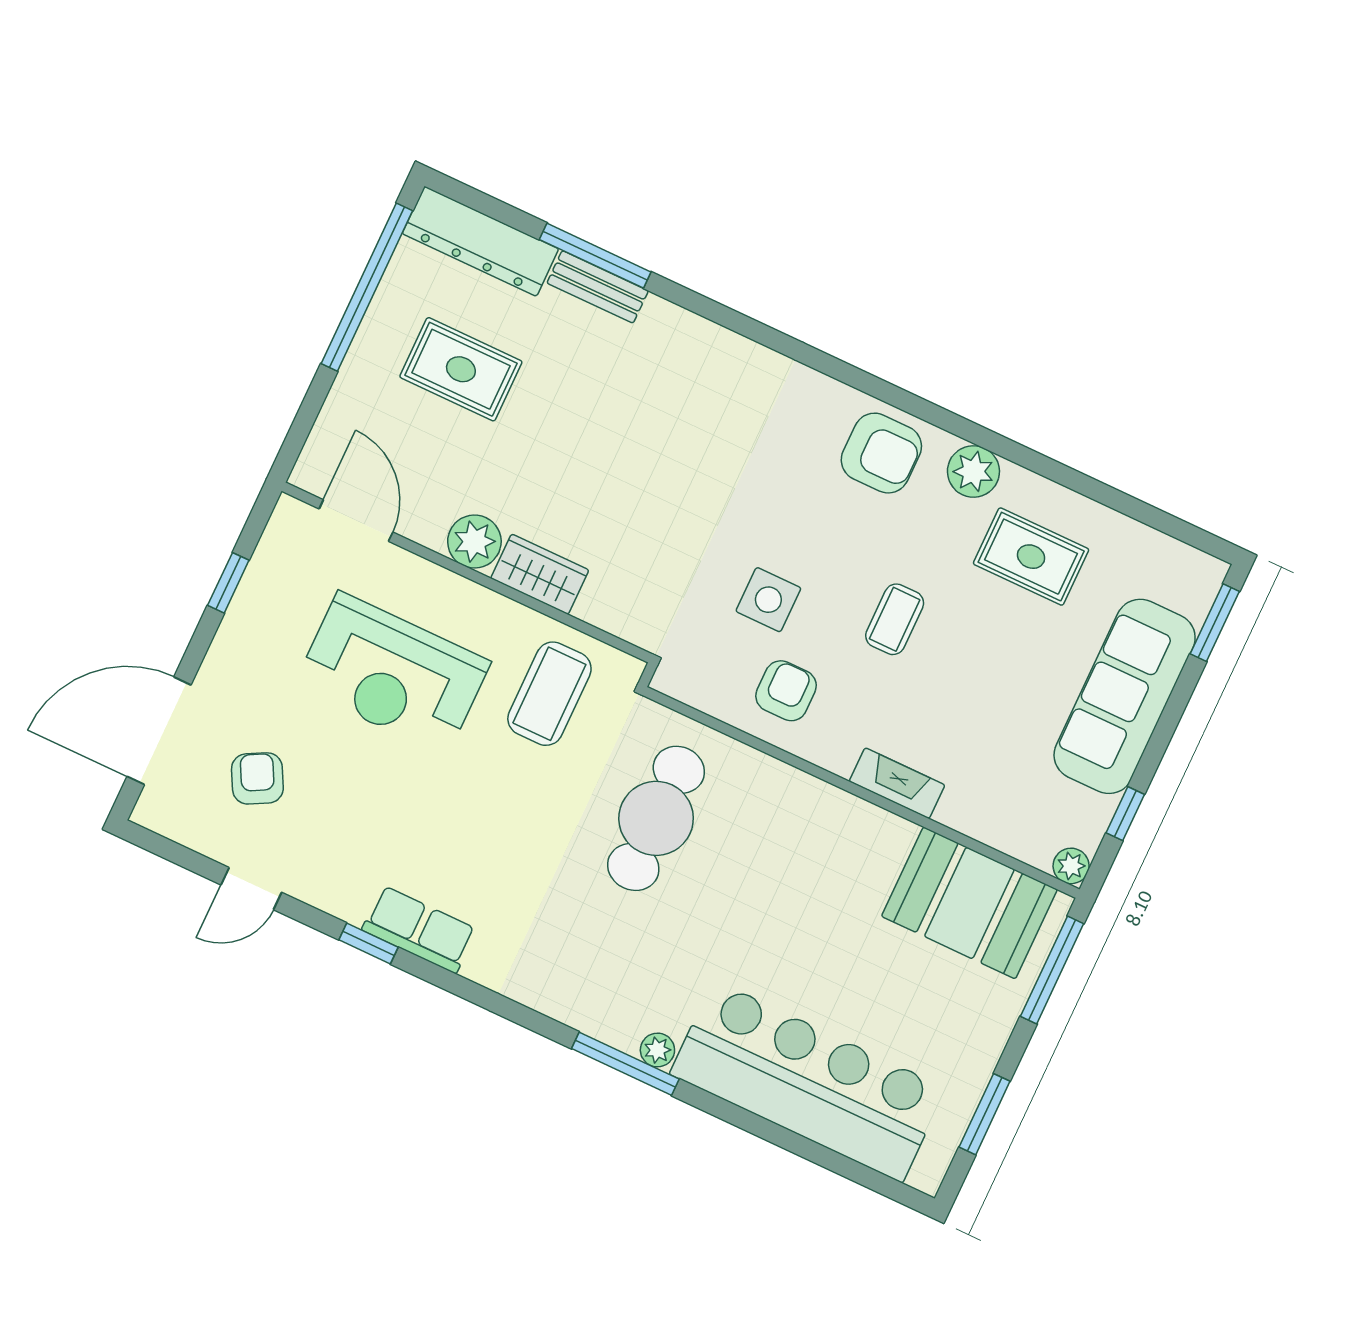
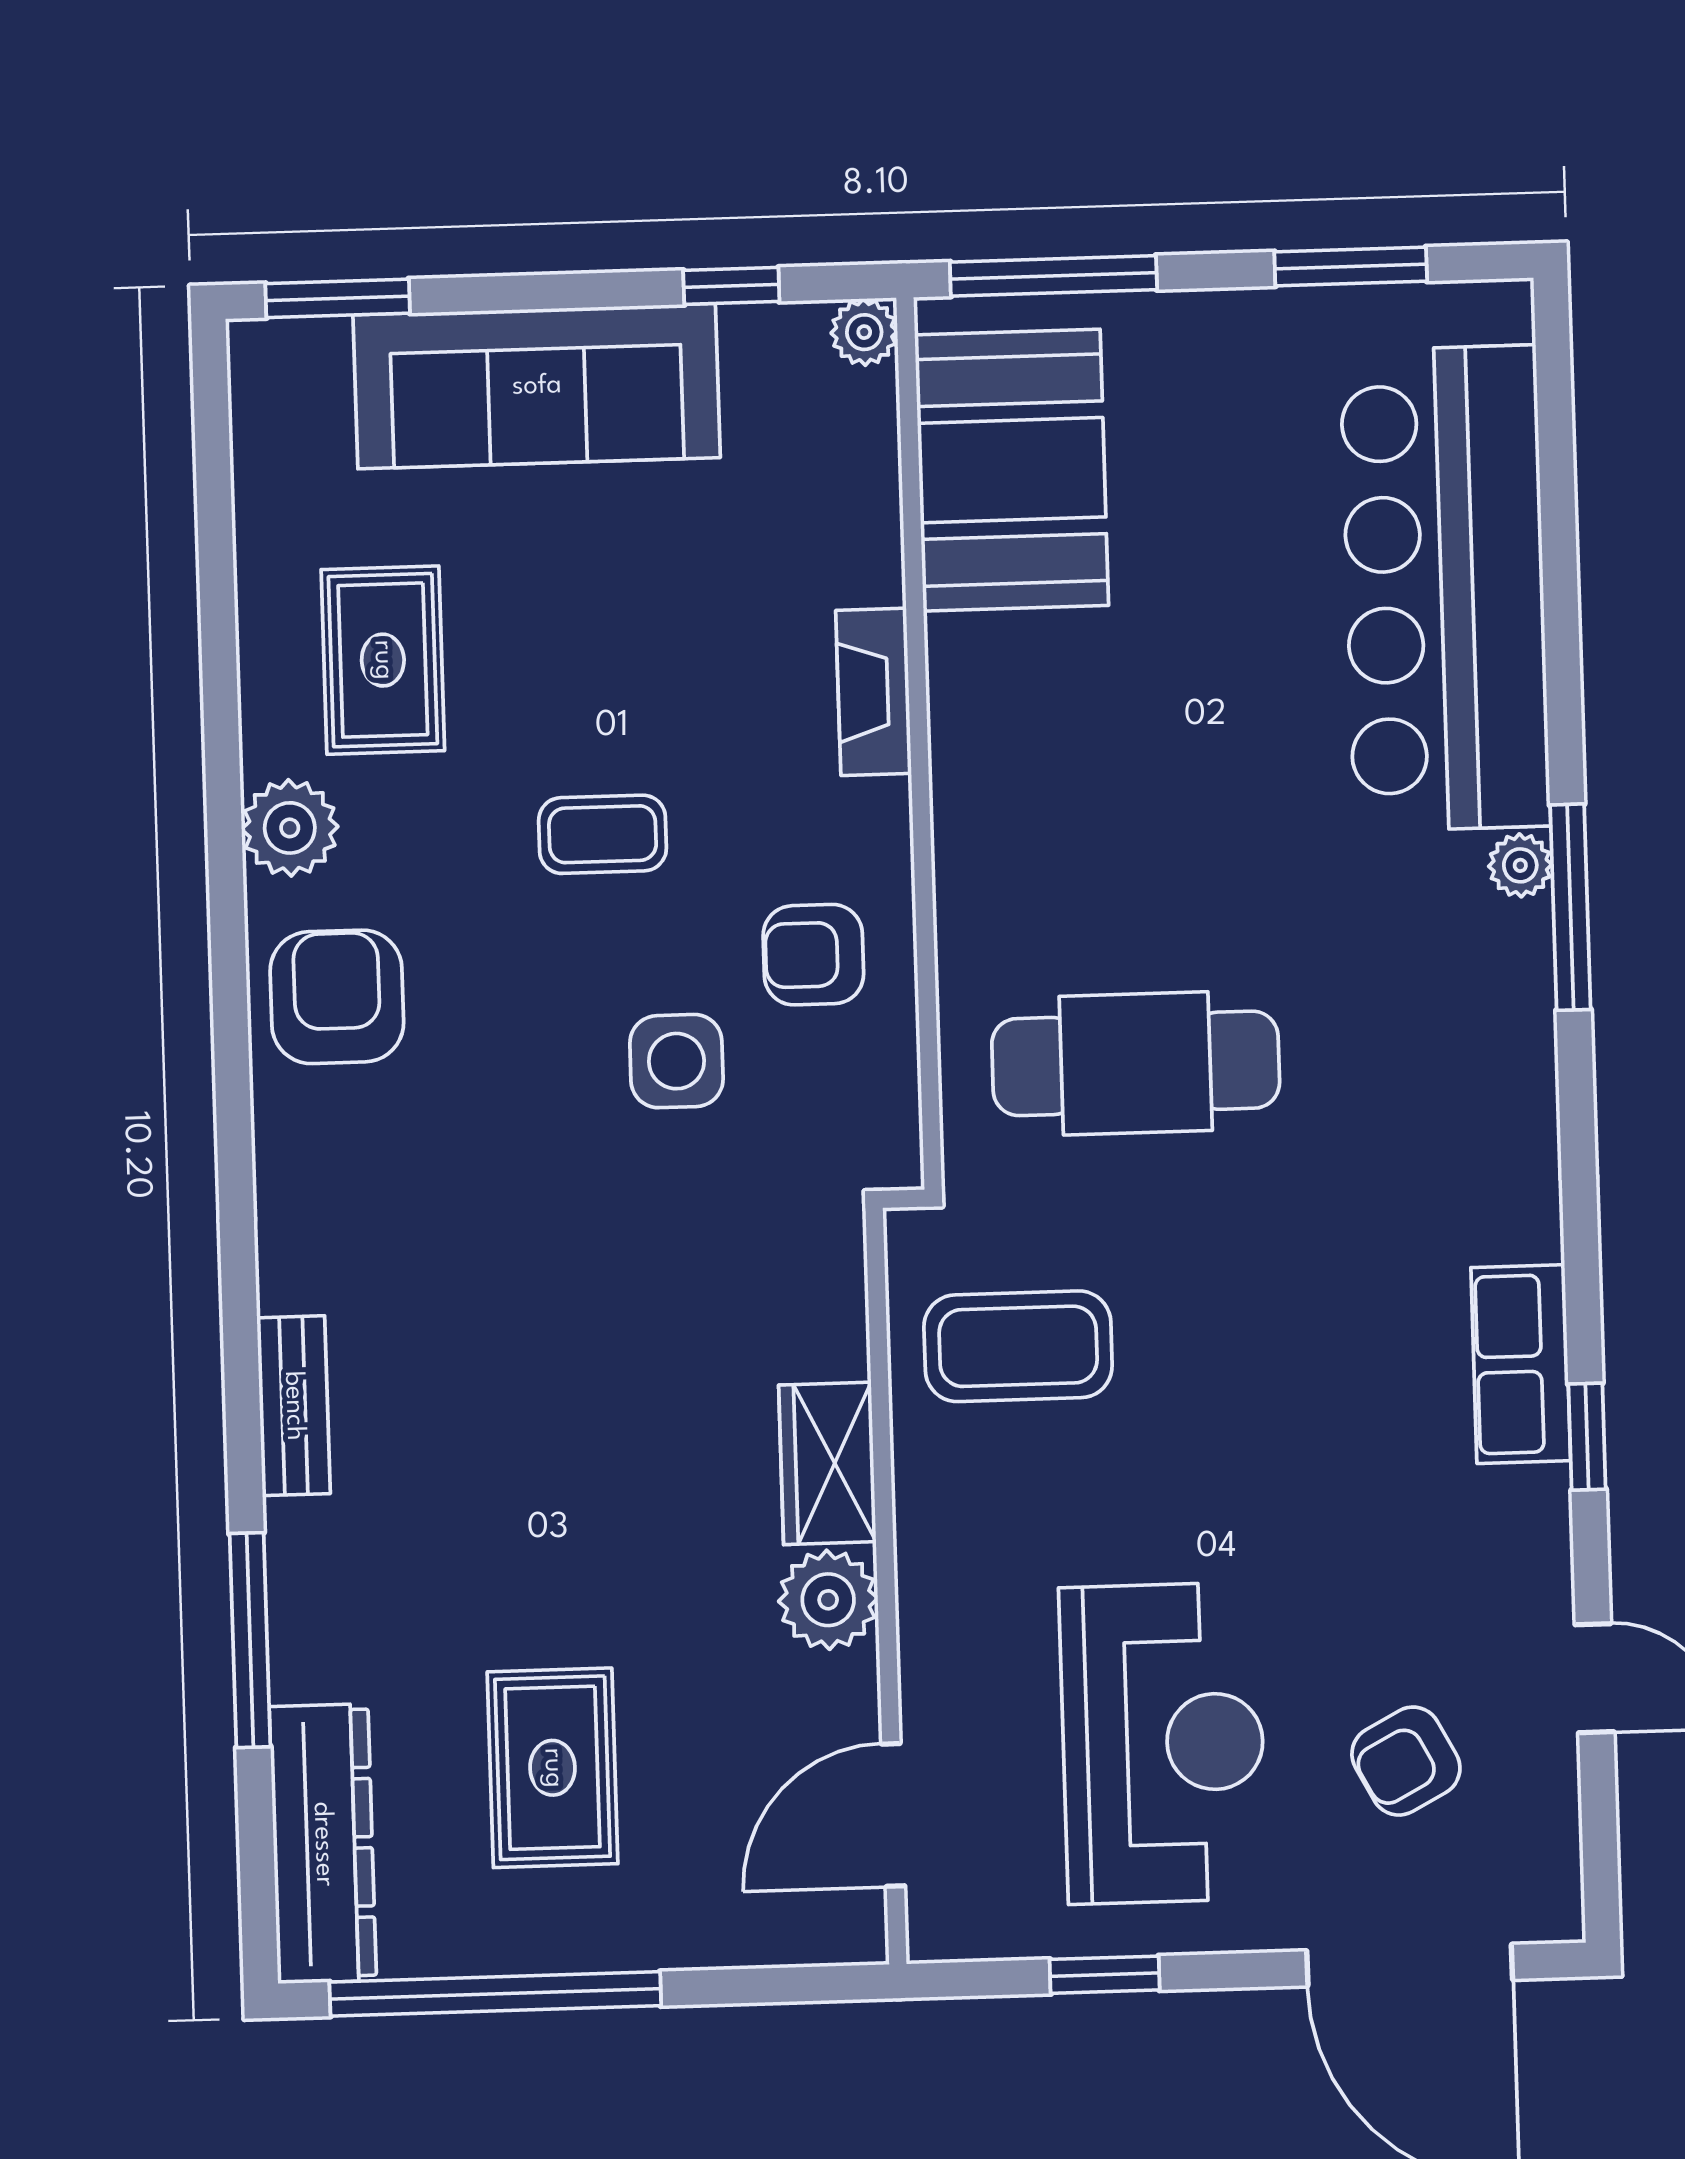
bench: (598, 287) -> (294, 1406), moved
reception desk: (392, 674) -> (1163, 1743), moved

